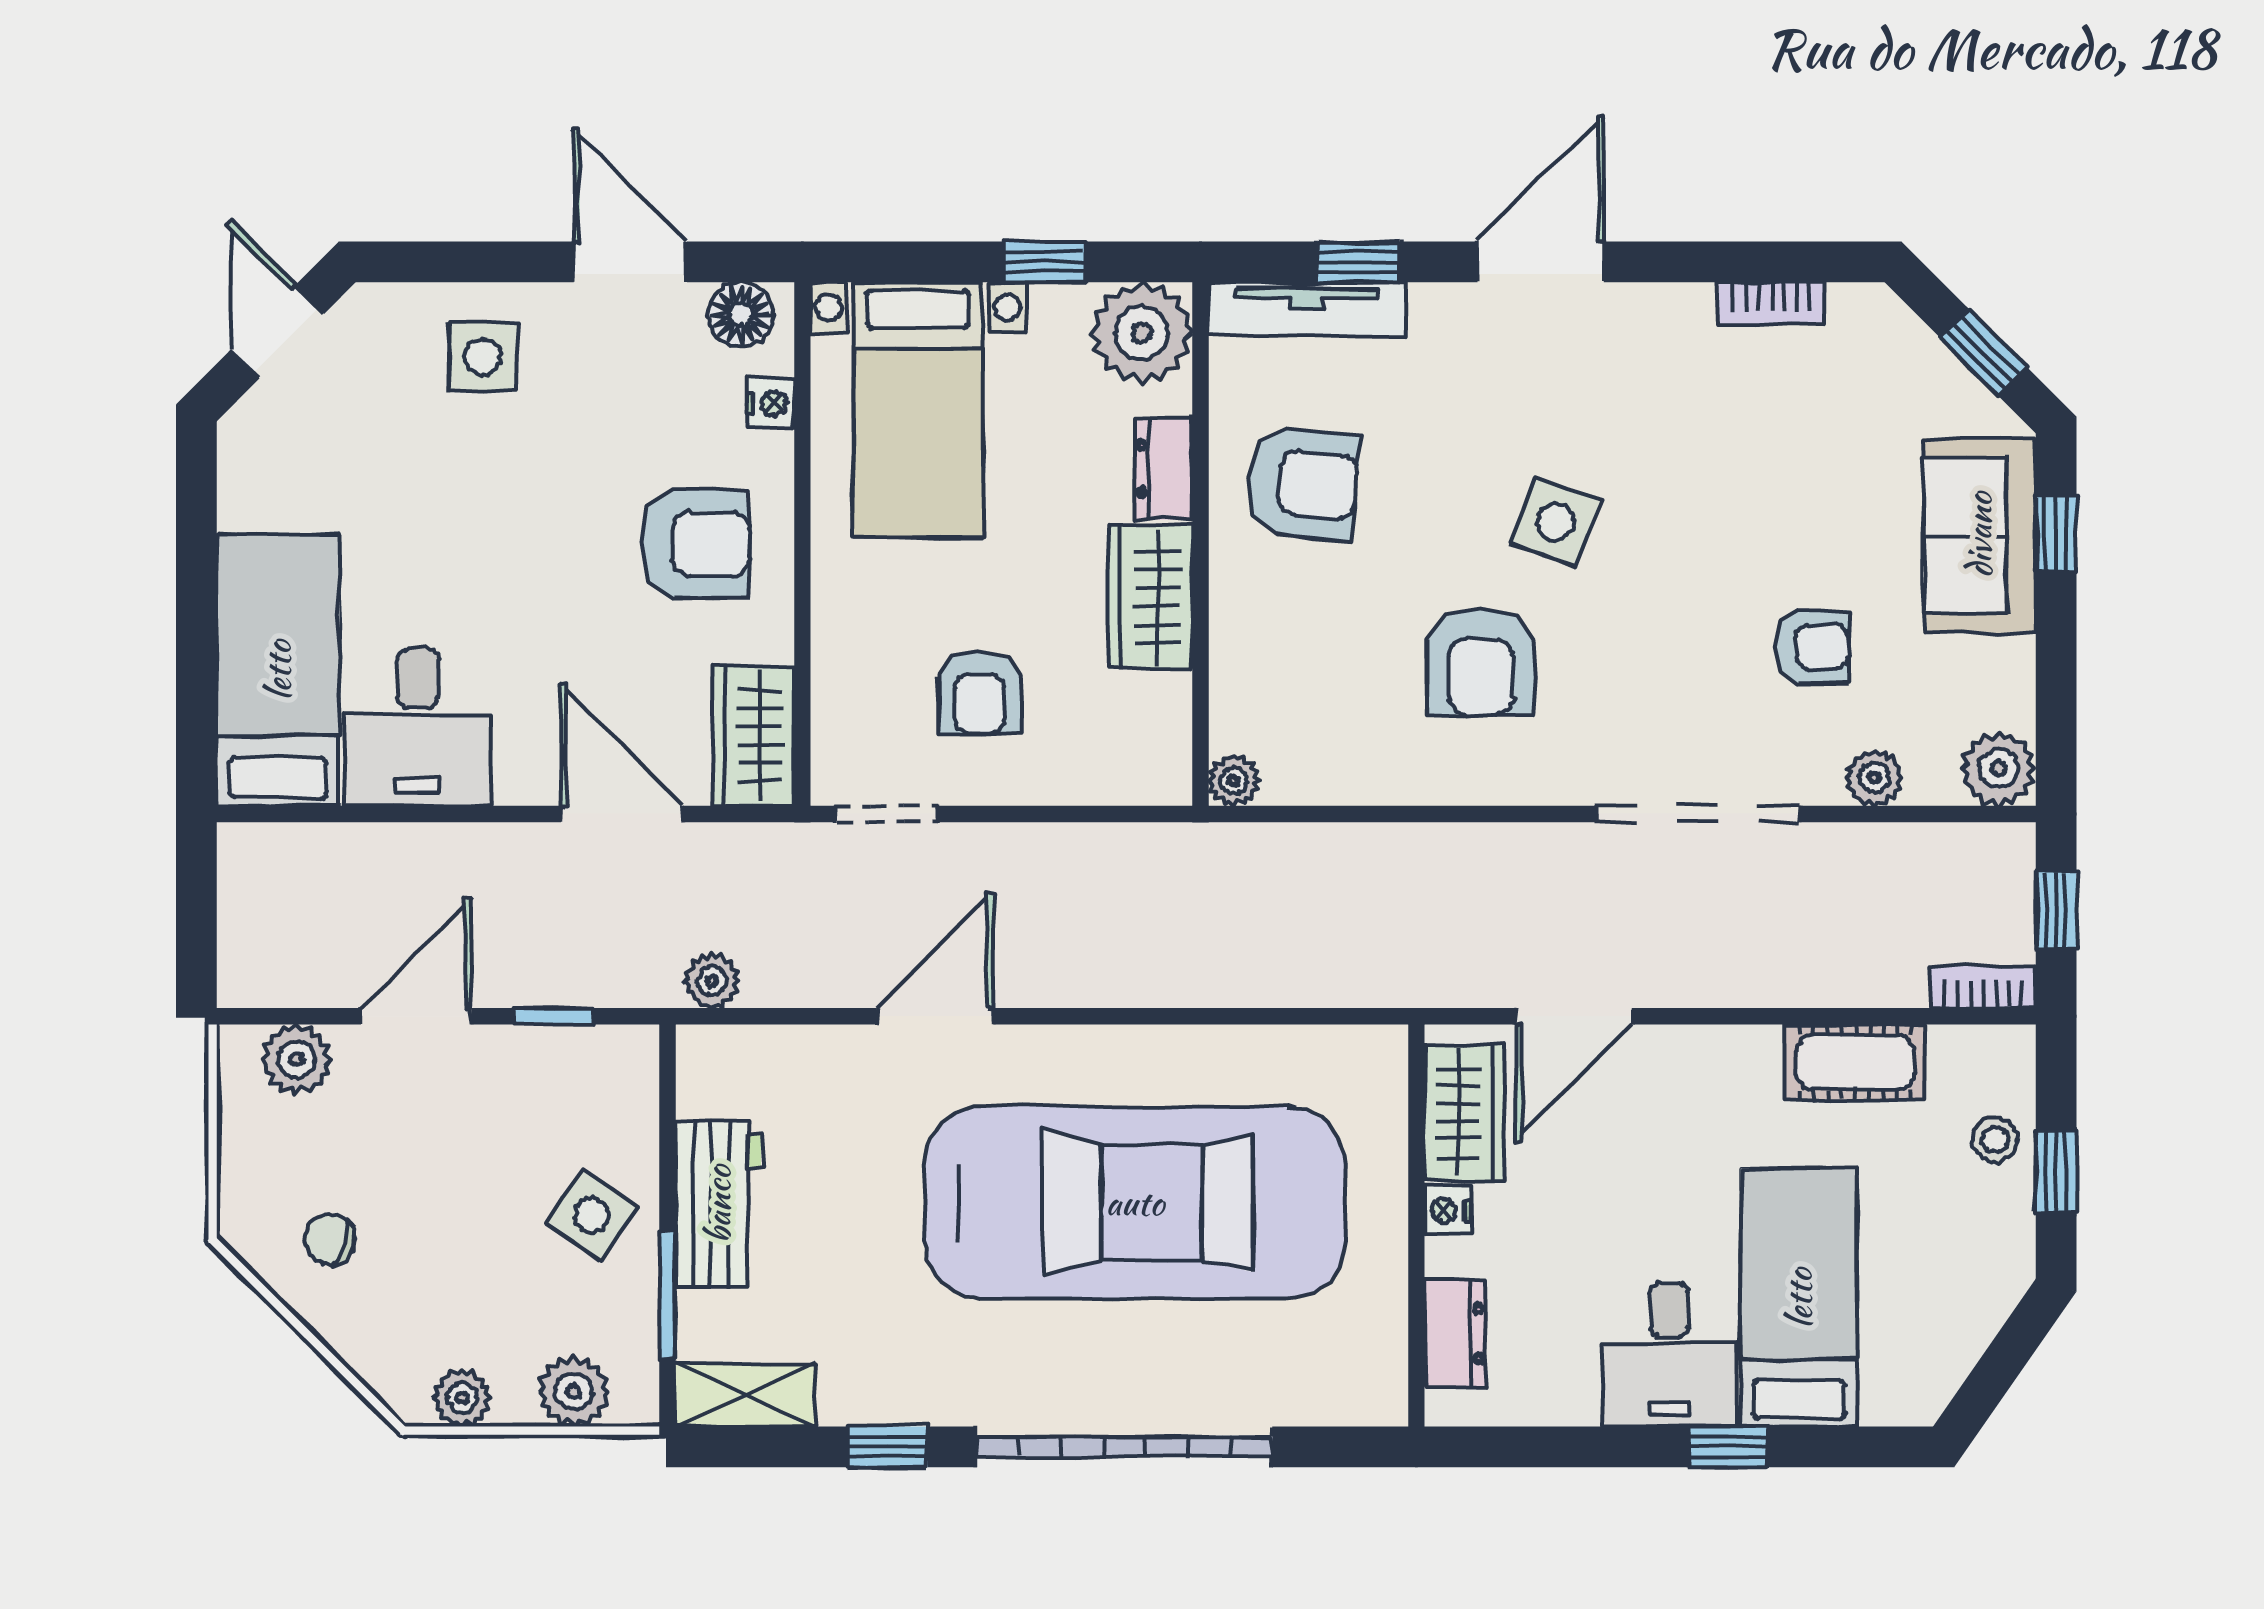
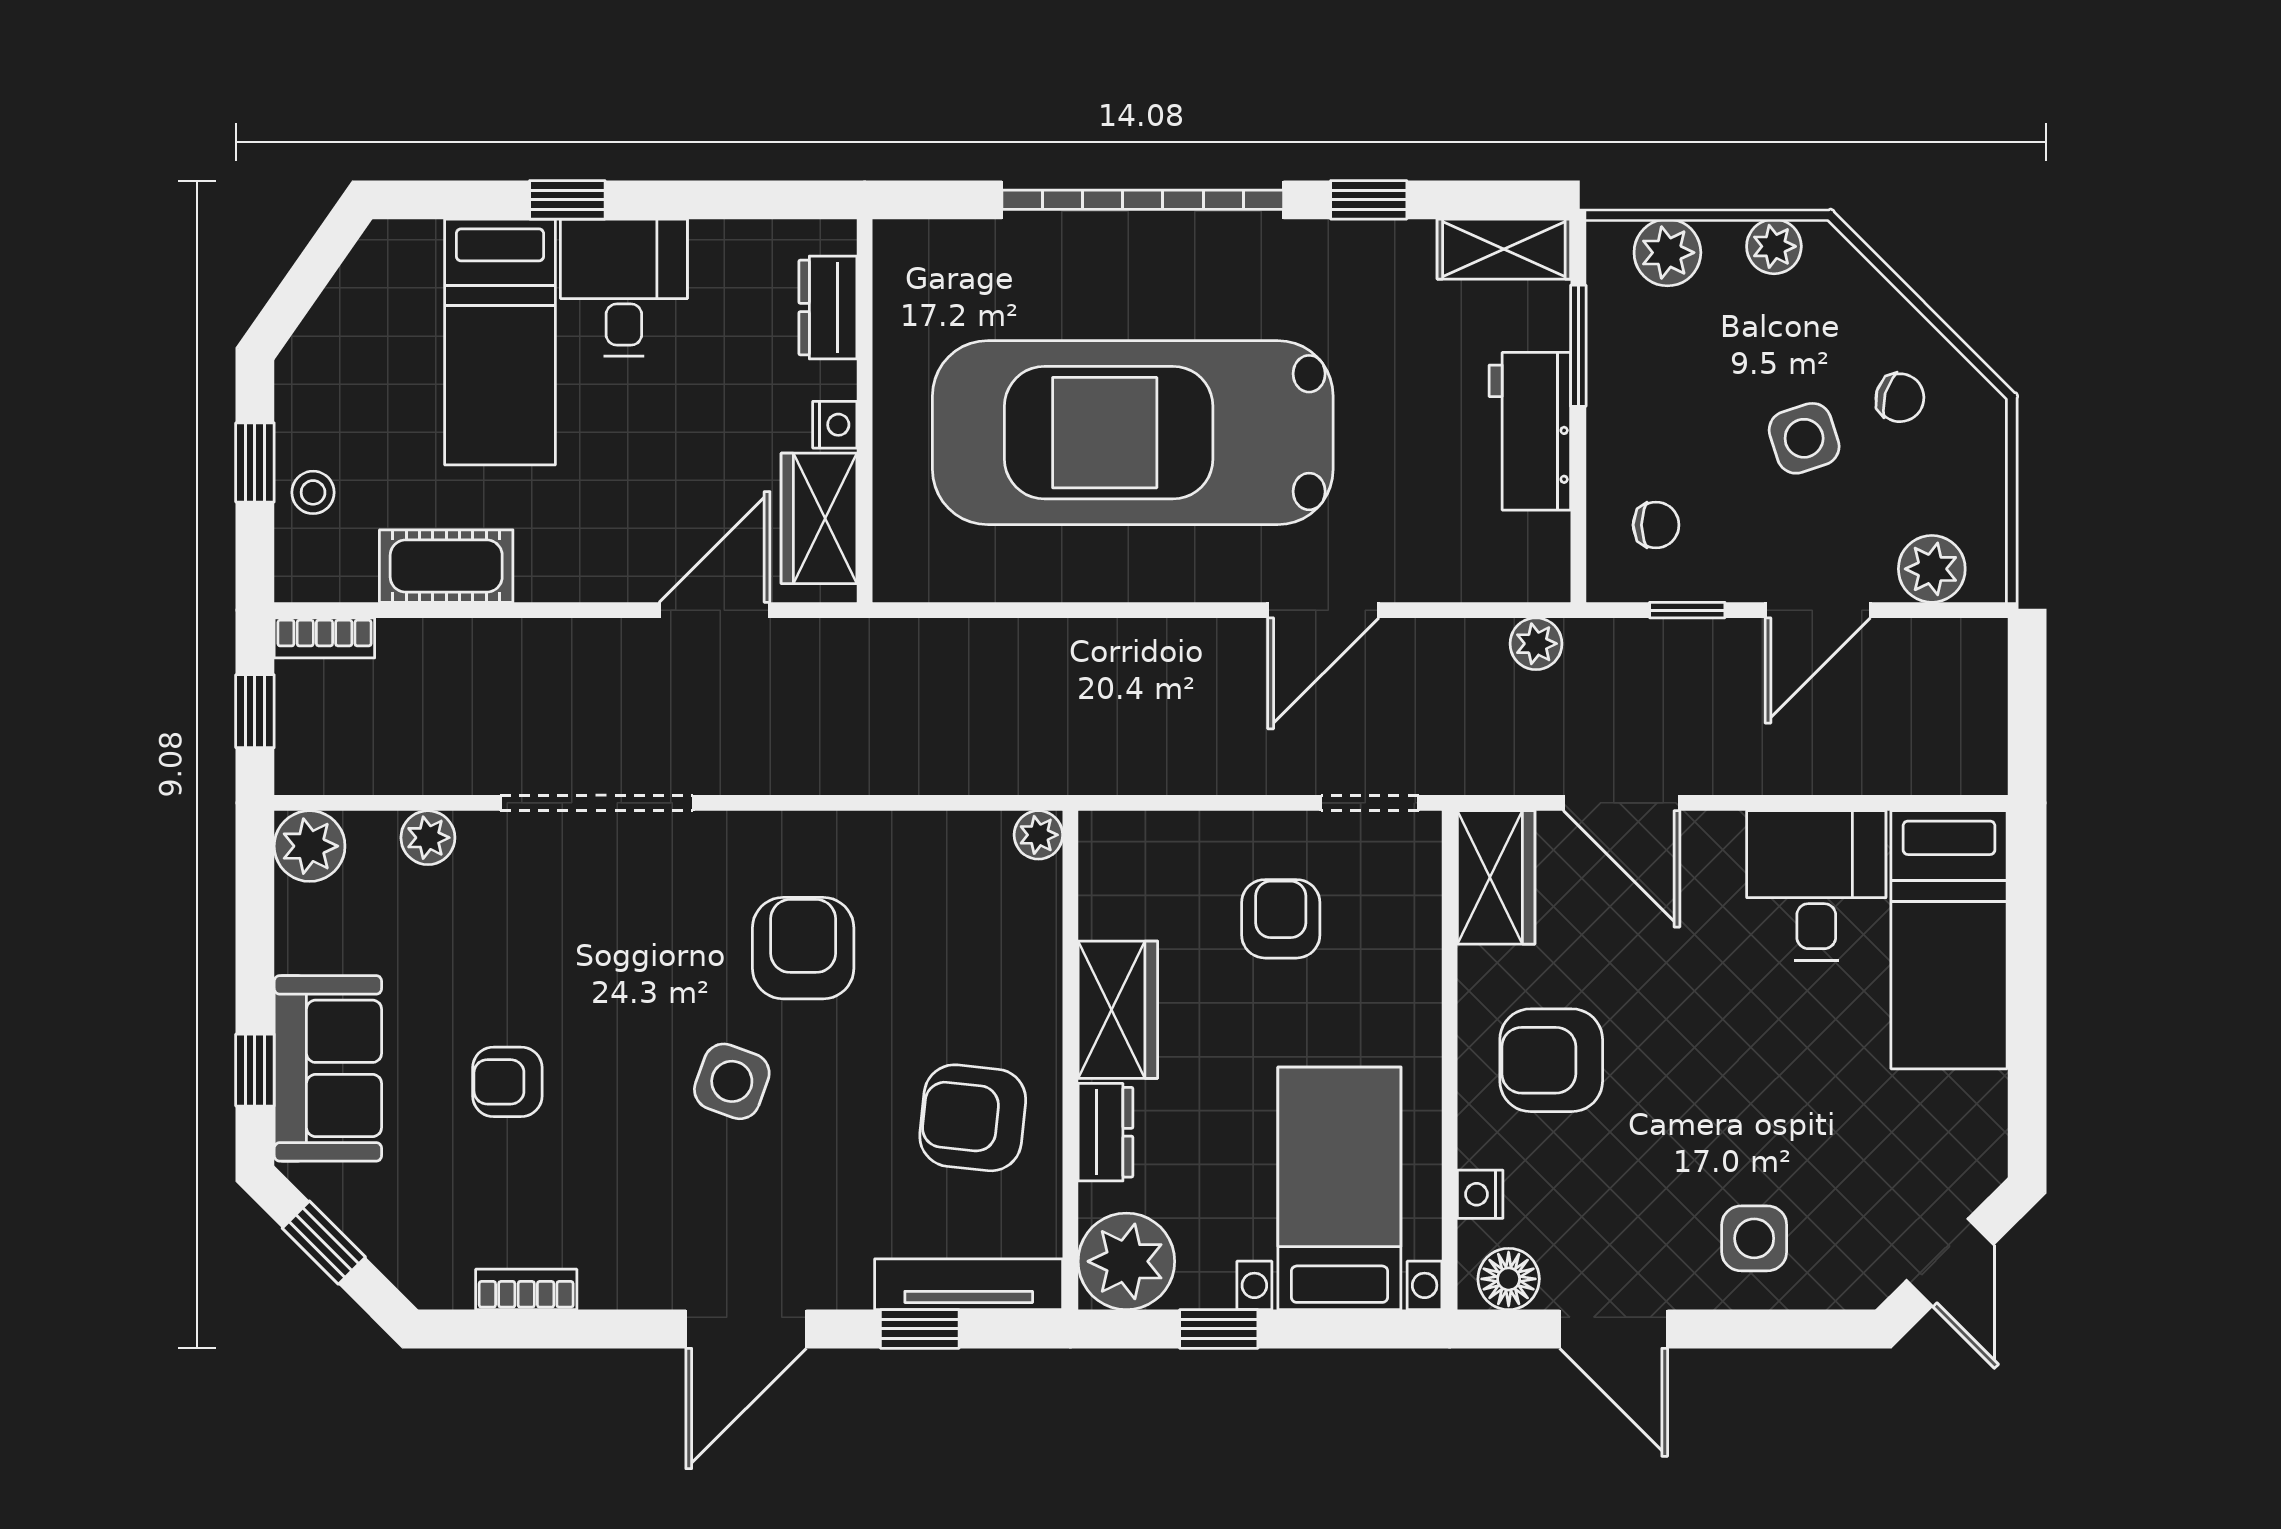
armchair: (1812, 647) -> (507, 1082), moved
chair: (586, 1106) -> (1656, 525), added
side table: (592, 1215) -> (1804, 438), moved, turned 37

